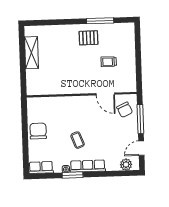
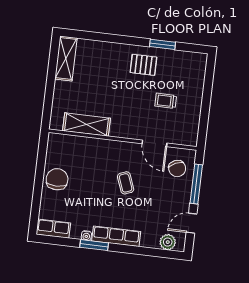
window: (100, 21) -> (162, 44), width x0.69
shelving: (32, 53) -> (66, 59), moved
shelving: (54, 88) -> (87, 124), added
coffee table: (78, 140) -> (126, 183), moved

